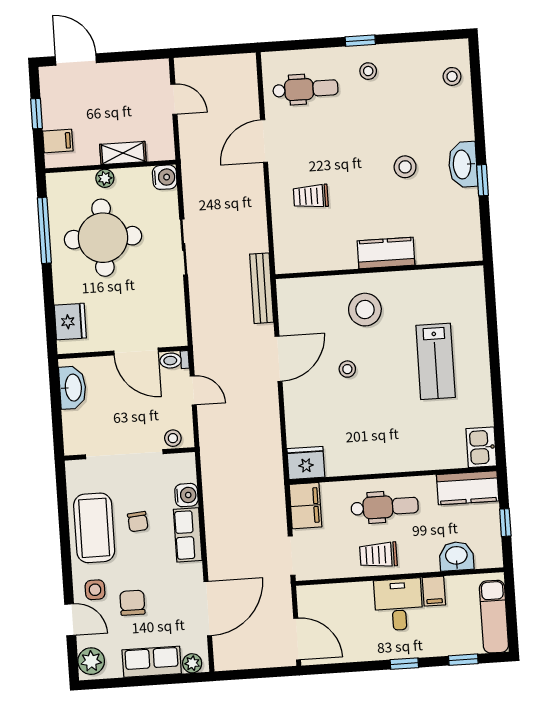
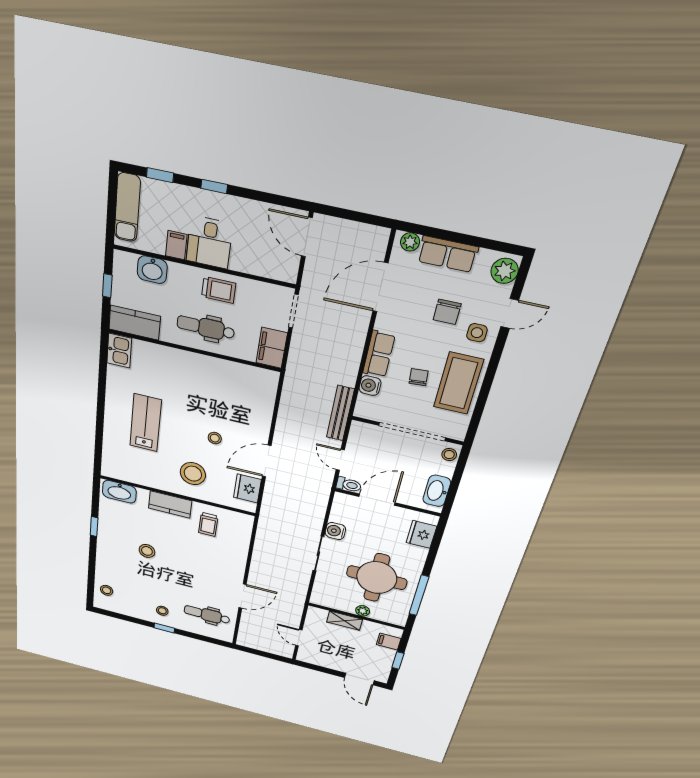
washbasin: (463, 164) -> (119, 492), moved, turned 90
water cooler: (165, 177) -> (335, 531), moved
trolley: (311, 196) -> (208, 524), moved, turned 90
bench: (262, 288) -> (340, 413), moved
door: (136, 352) -> (377, 500), hinge flipped
stool: (173, 438) -> (449, 455), moved
fridge: (306, 463) -> (247, 488), moved, turned 90
door: (70, 620) -> (510, 313), swing flipped

